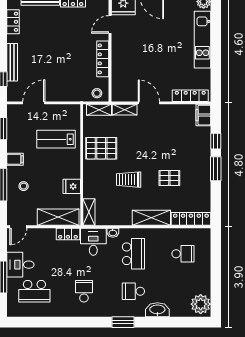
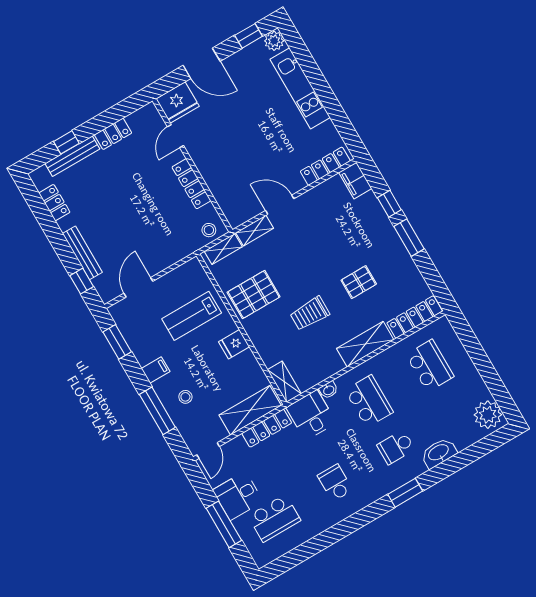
fridge: (72, 186) -> (234, 344), moved
locker: (68, 234) -> (267, 428), width x1.53
school desk: (183, 254) -> (430, 366), width x1.85

